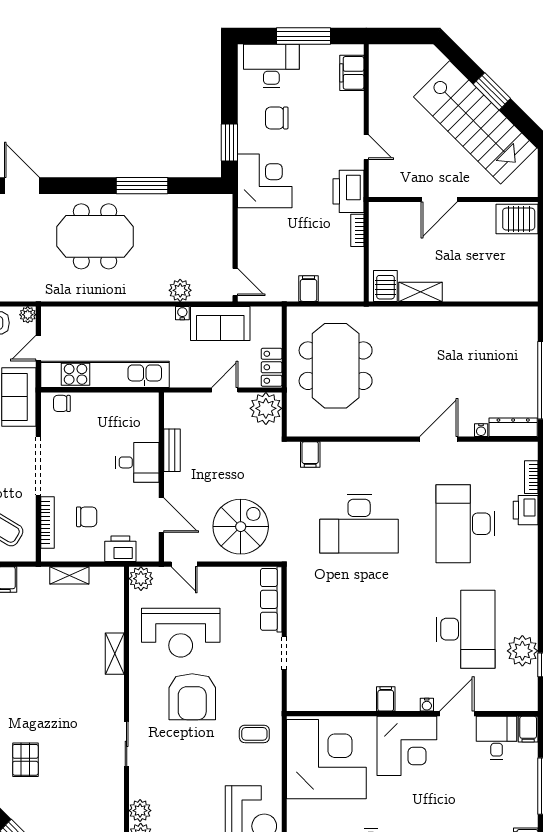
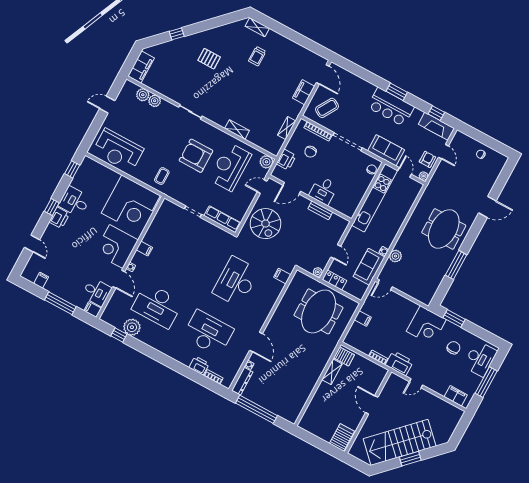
meeting table: (336, 366) -> (318, 311), turned 90
plant: (266, 408) -> (318, 272), width x0.53, depth x0.53

